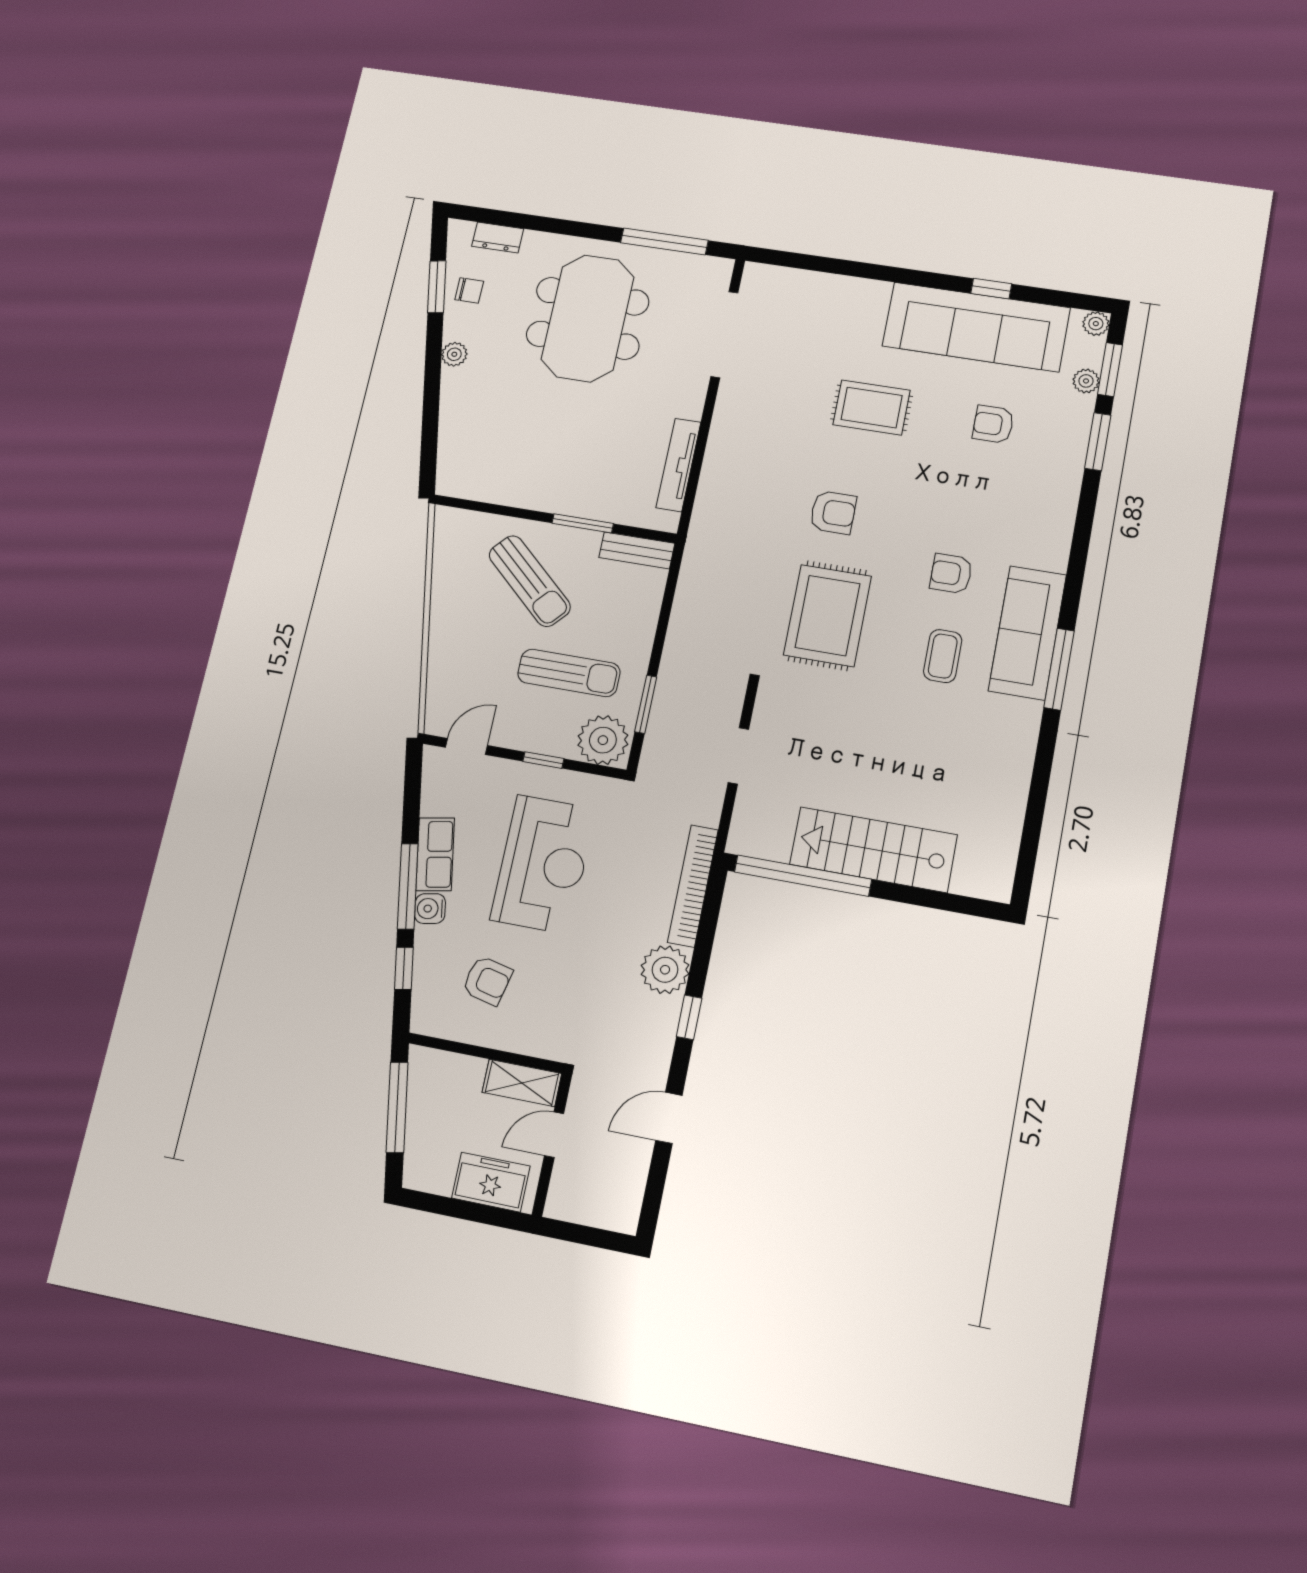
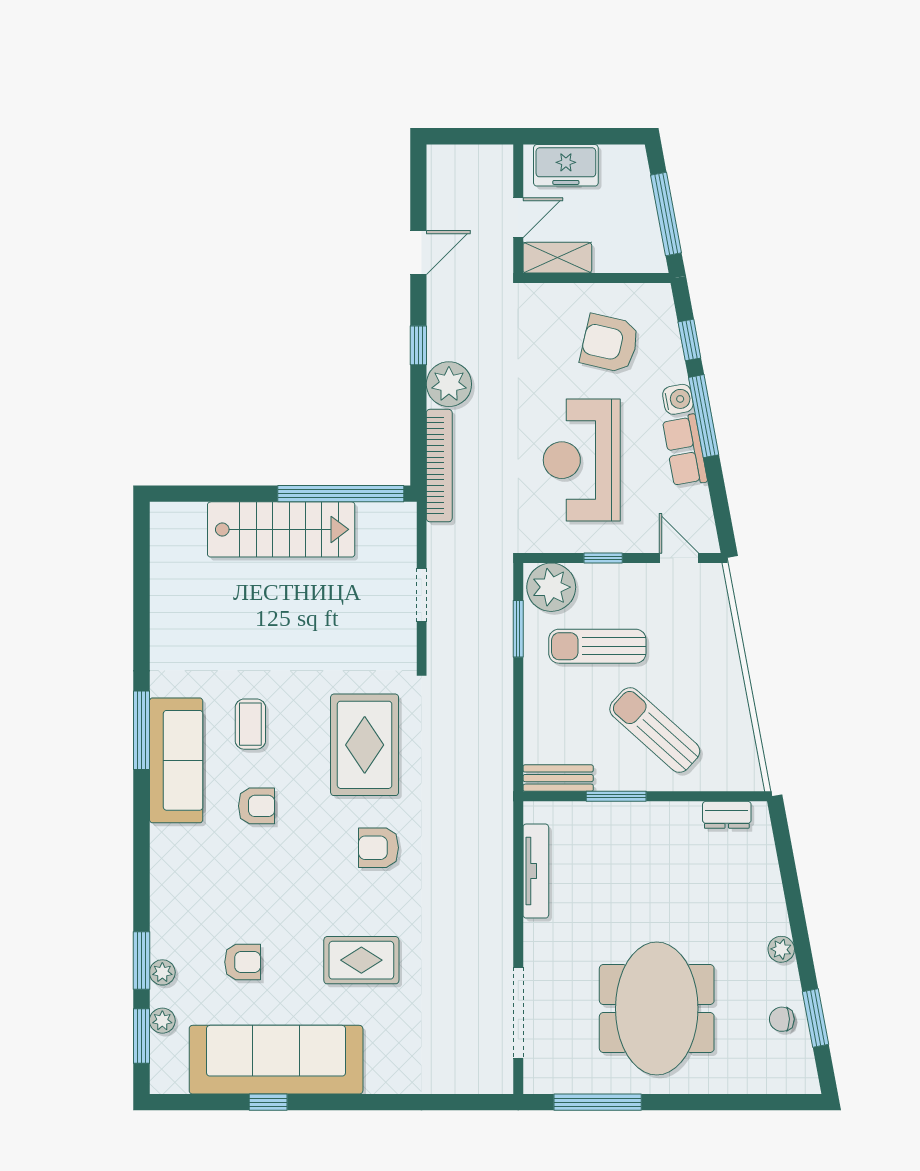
dresser: (498, 237) -> (727, 815), moved, turned 180
plant: (1096, 324) -> (162, 972), moved
door: (466, 746) -> (679, 558), swing flipped
armchair: (487, 981) -> (610, 343), width x1.38, depth x1.38

